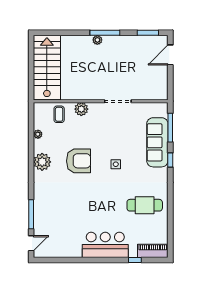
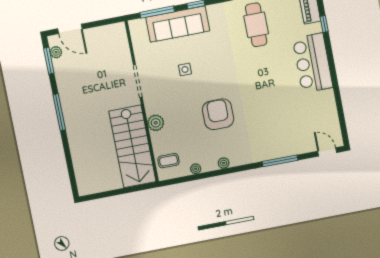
plant: (97, 40) -> (56, 52), moved
stairs: (47, 68) -> (132, 146), moved, turned -90
coffee table: (59, 114) -> (168, 161), moved
plant: (42, 162) -> (224, 163), width x0.53, depth x0.53
side table: (116, 164) -> (185, 69), moved
window: (31, 214) -> (280, 161), moved

